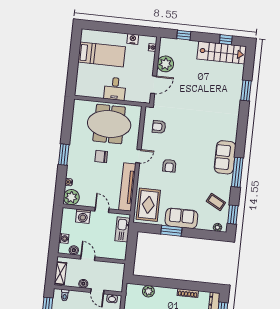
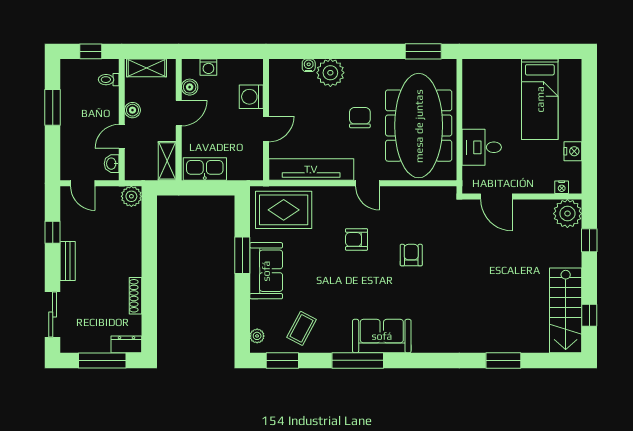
plant: (165, 64) -> (567, 214), moved
desk: (115, 89) -> (482, 147), moved
meeting table: (109, 124) -> (419, 126), width x1.36
armchair: (159, 127) -> (411, 255), moved
window: (64, 155) -> (423, 51), moved
plant: (71, 197) -> (330, 73), moved
kitchen sink: (122, 229) -> (205, 169), moved
shelving: (114, 267) -> (167, 161), added
plant: (148, 291) -> (131, 196), moved

